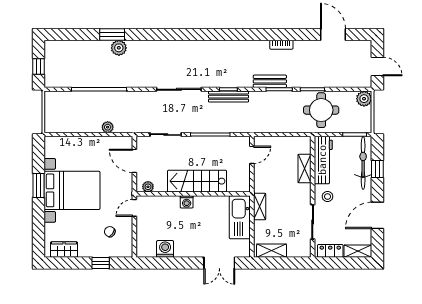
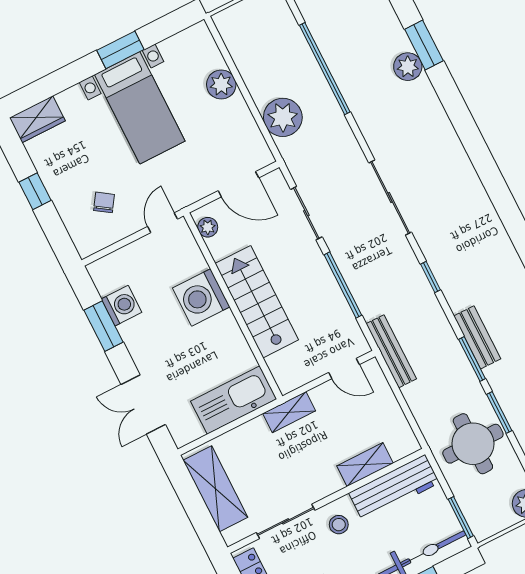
bench: (229, 97) -> (391, 351), moved
plant: (108, 127) -> (283, 117), width x1.87, depth x1.87
plant: (81, 144) -> (221, 84), added
door: (134, 161) -> (238, 184), swing flipped
bed with nightstands: (72, 190) -> (140, 108), width x0.73
washing machine: (187, 202) -> (201, 297), width x1.89, depth x1.89
shelving: (260, 206) -> (289, 412), moved
door: (134, 208) -> (163, 223), hinge flipped
wardrobe: (64, 249) -> (37, 119), moved, turned 90
shelving: (272, 251) -> (215, 489), width x1.50, depth x1.33
window: (101, 263) -> (35, 191), moved
window: (171, 263) -> (104, 326), added

